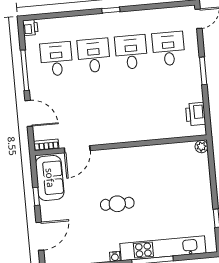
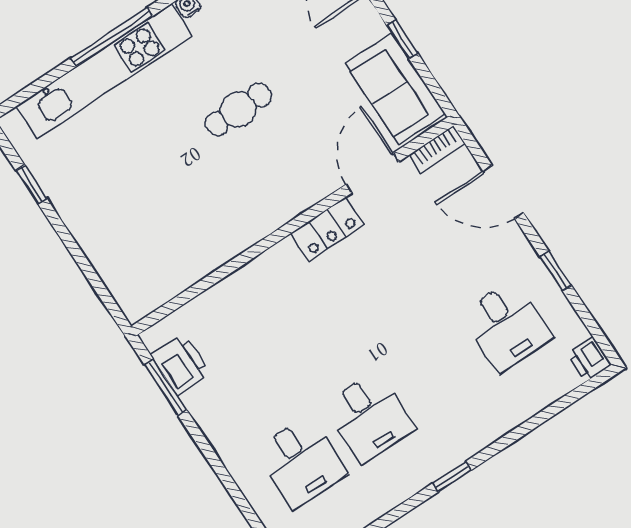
desk: (94, 55) -> (438, 371), removed
window: (25, 70) -> (556, 271), width x0.46
window: (203, 71) -> (166, 387), moved
locker: (107, 137) -> (327, 229), added
plant: (201, 146) -> (135, 307), removed

